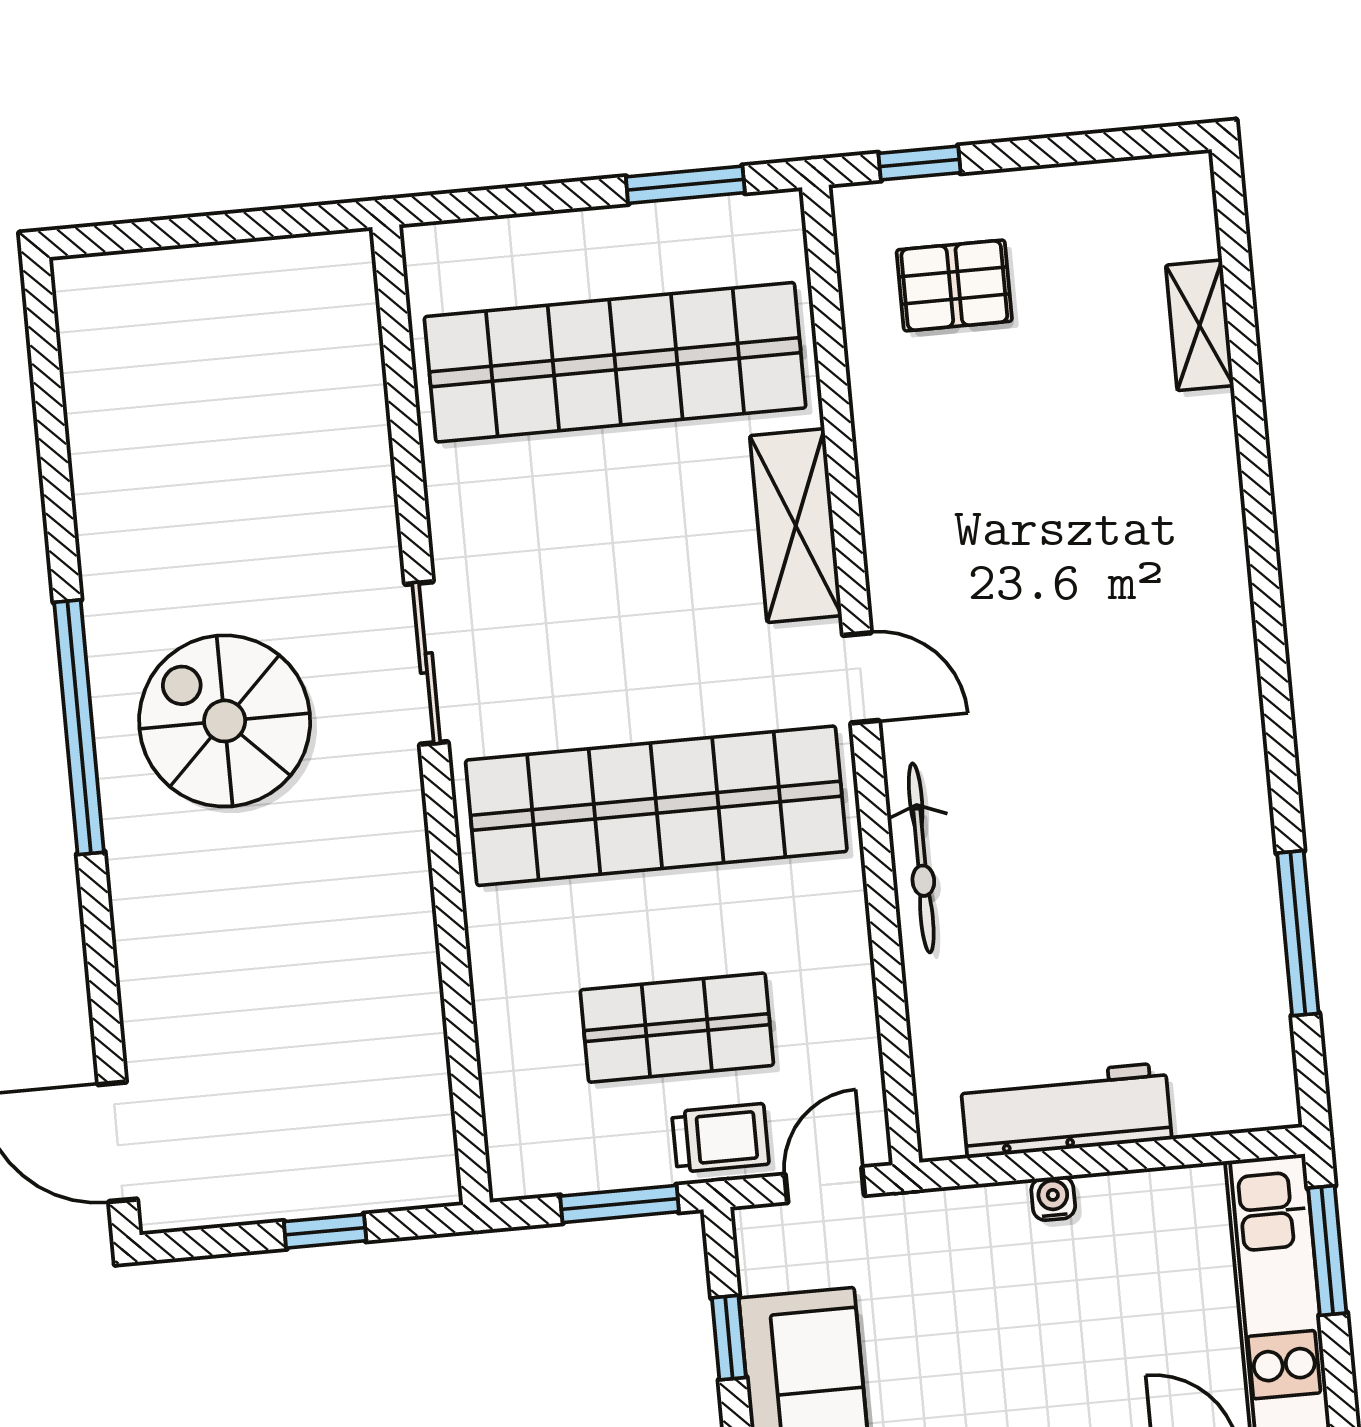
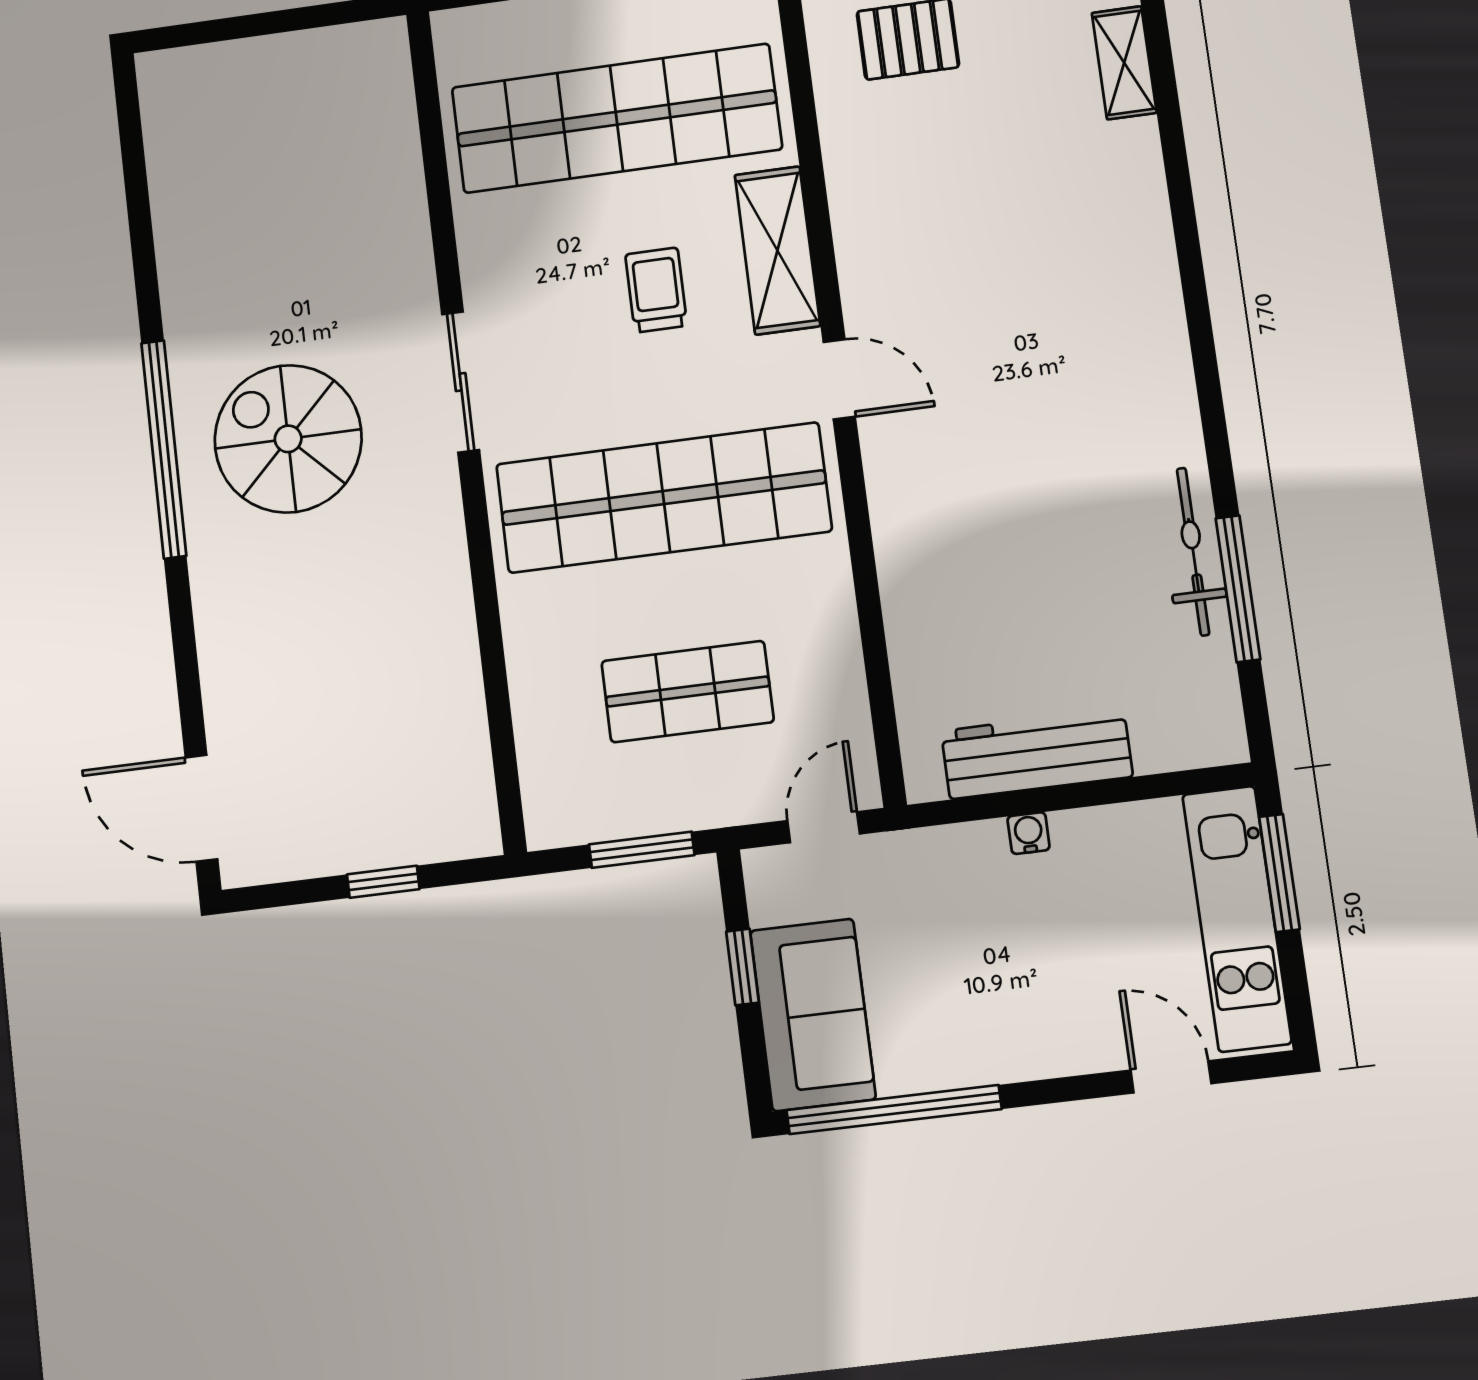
bicycle: (921, 858) -> (1193, 552), moved, turned 180
trolley: (720, 1138) -> (656, 290), moved, turned -90

